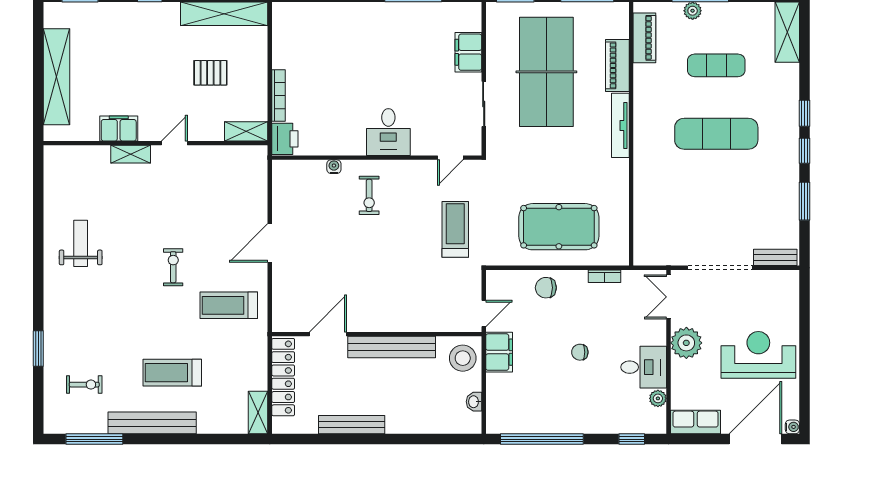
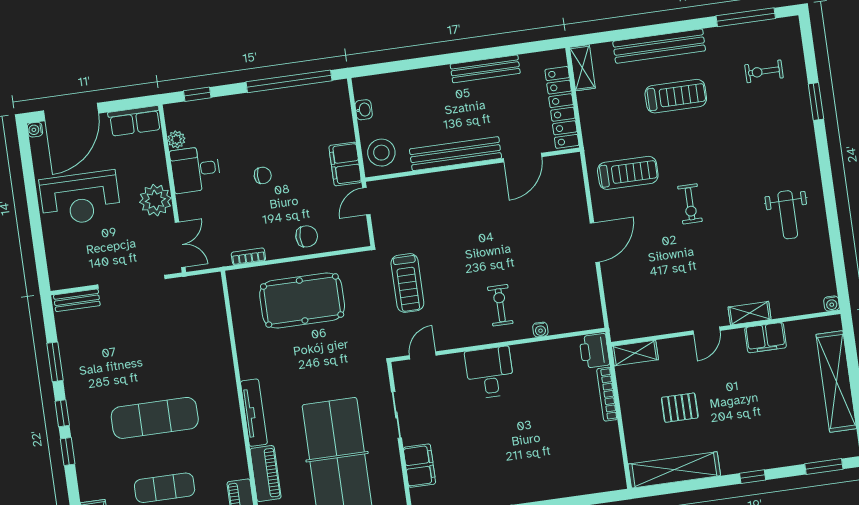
water cooler: (51, 152) -> (832, 304), added
bench: (152, 423) -> (659, 46), moved

